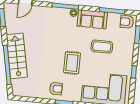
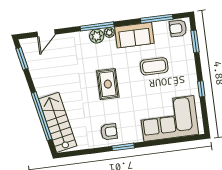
plant: (63, 14) -> (97, 36), added
stairs: (17, 56) -> (58, 122), moved
rug: (72, 63) -> (108, 84), moved

